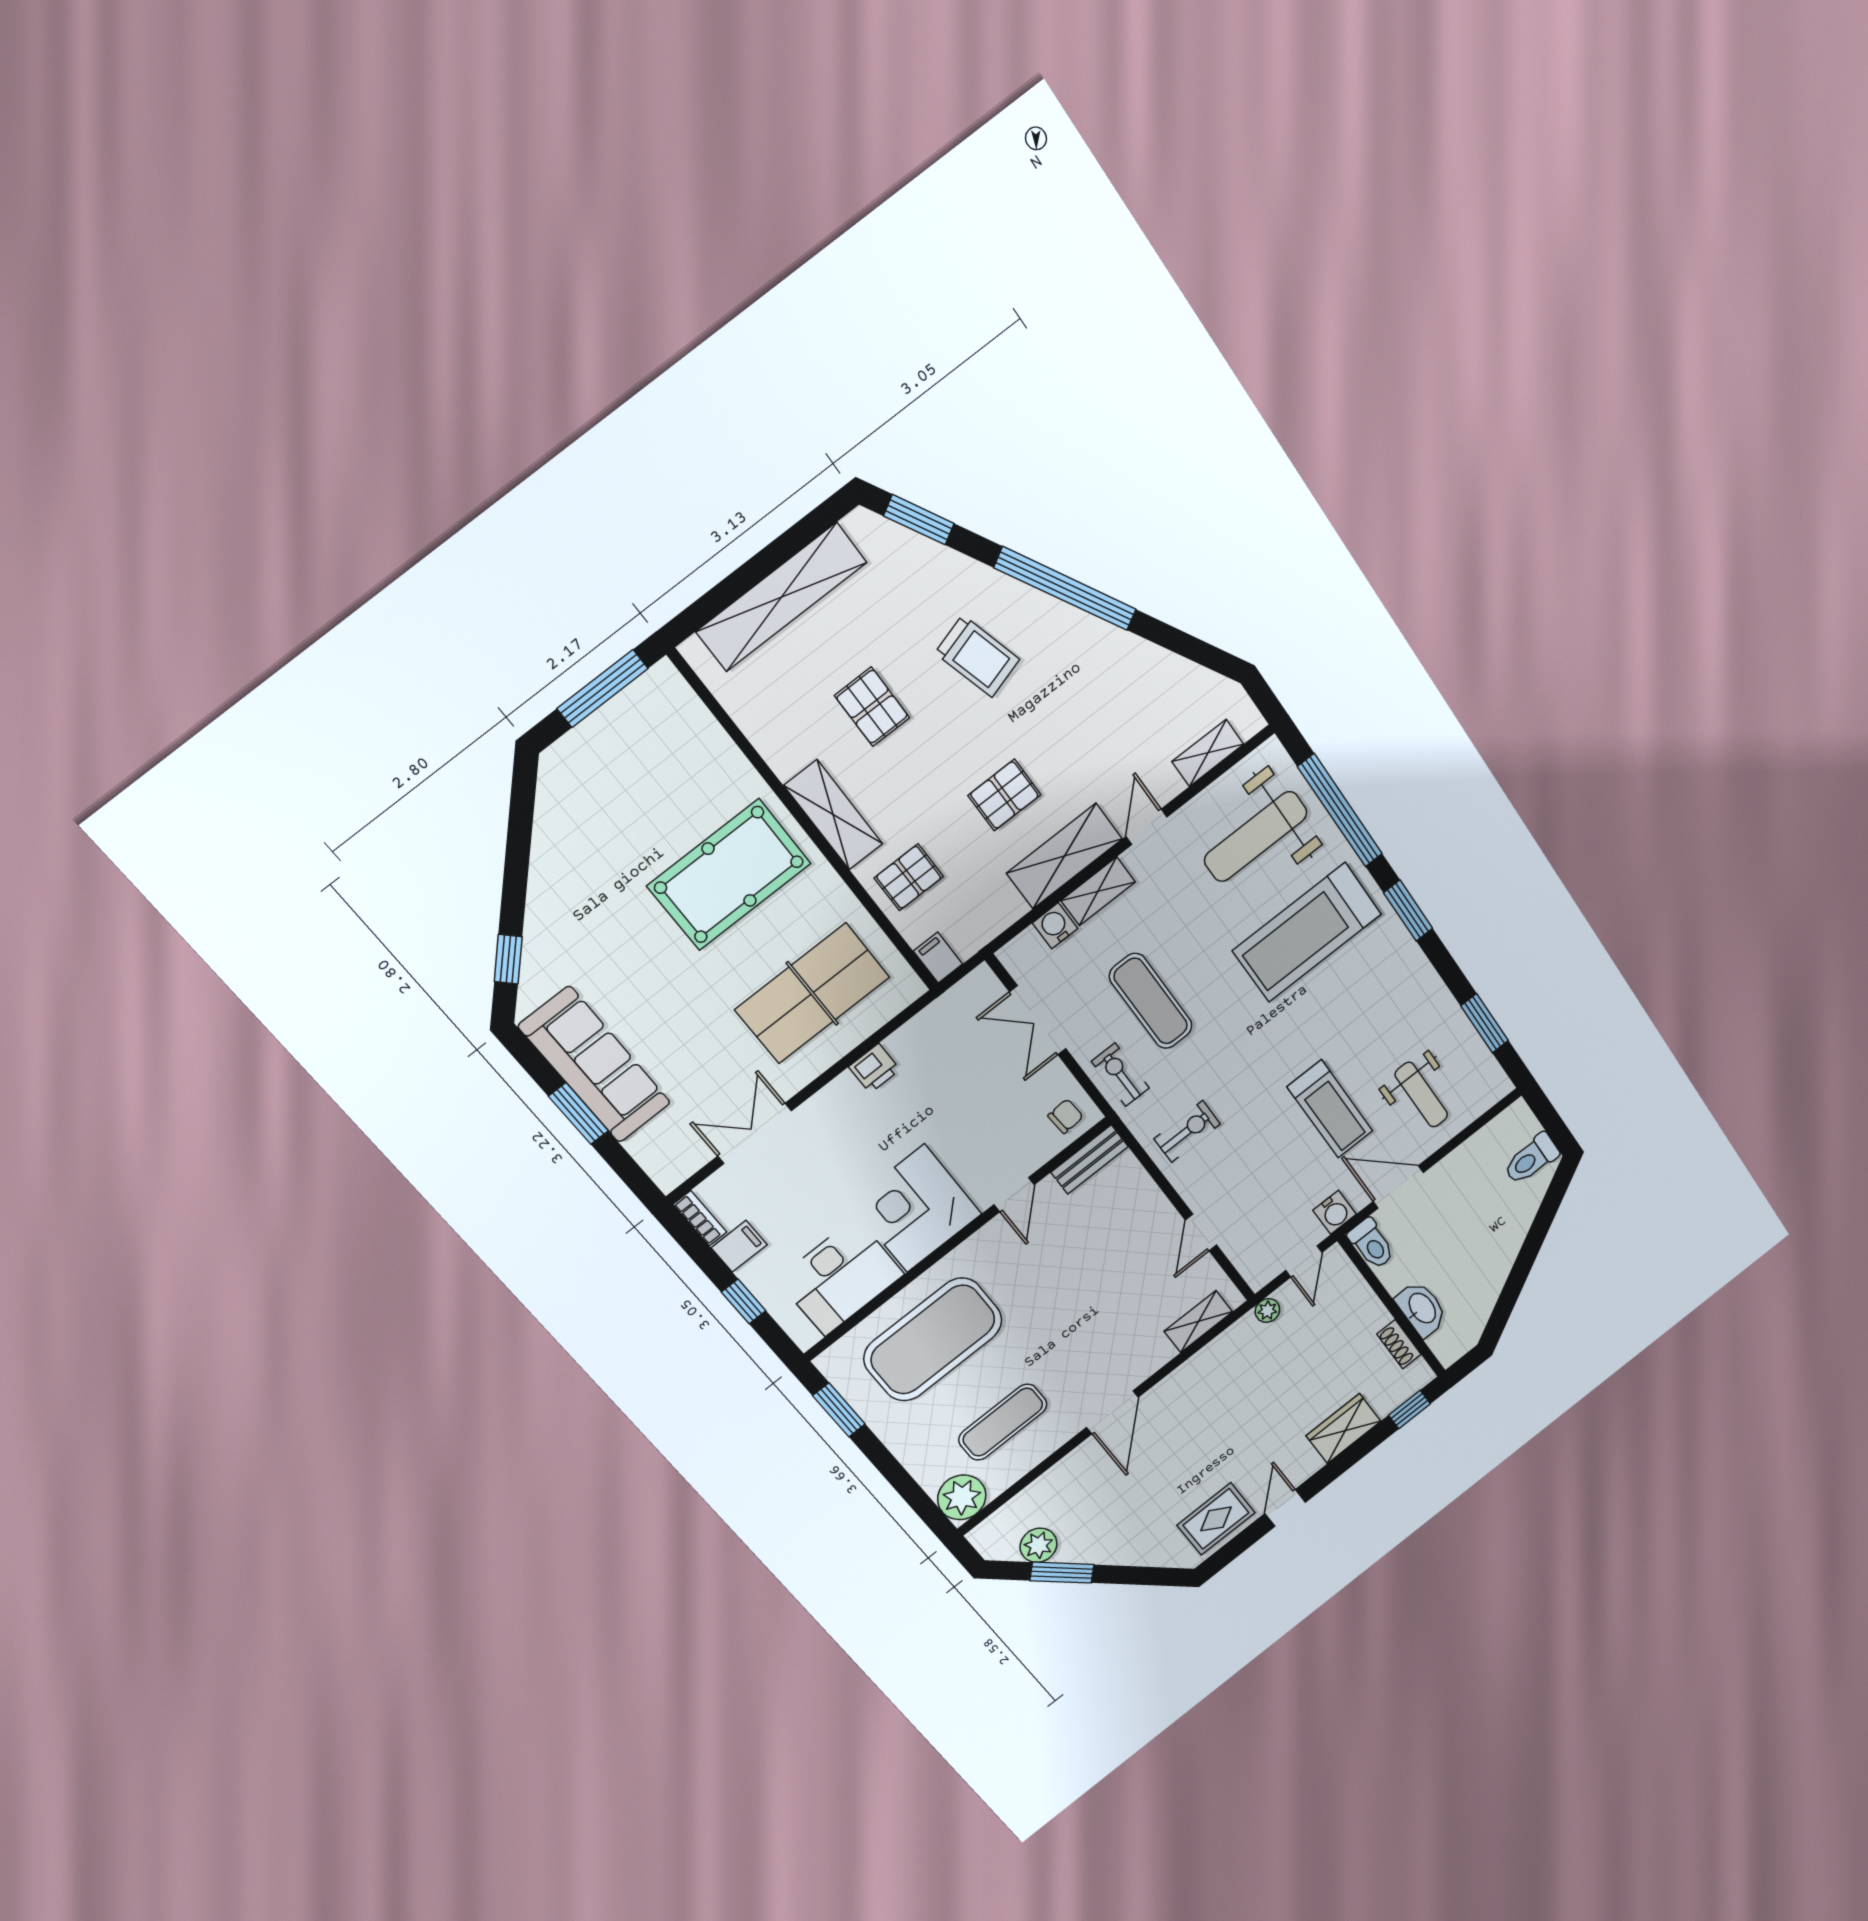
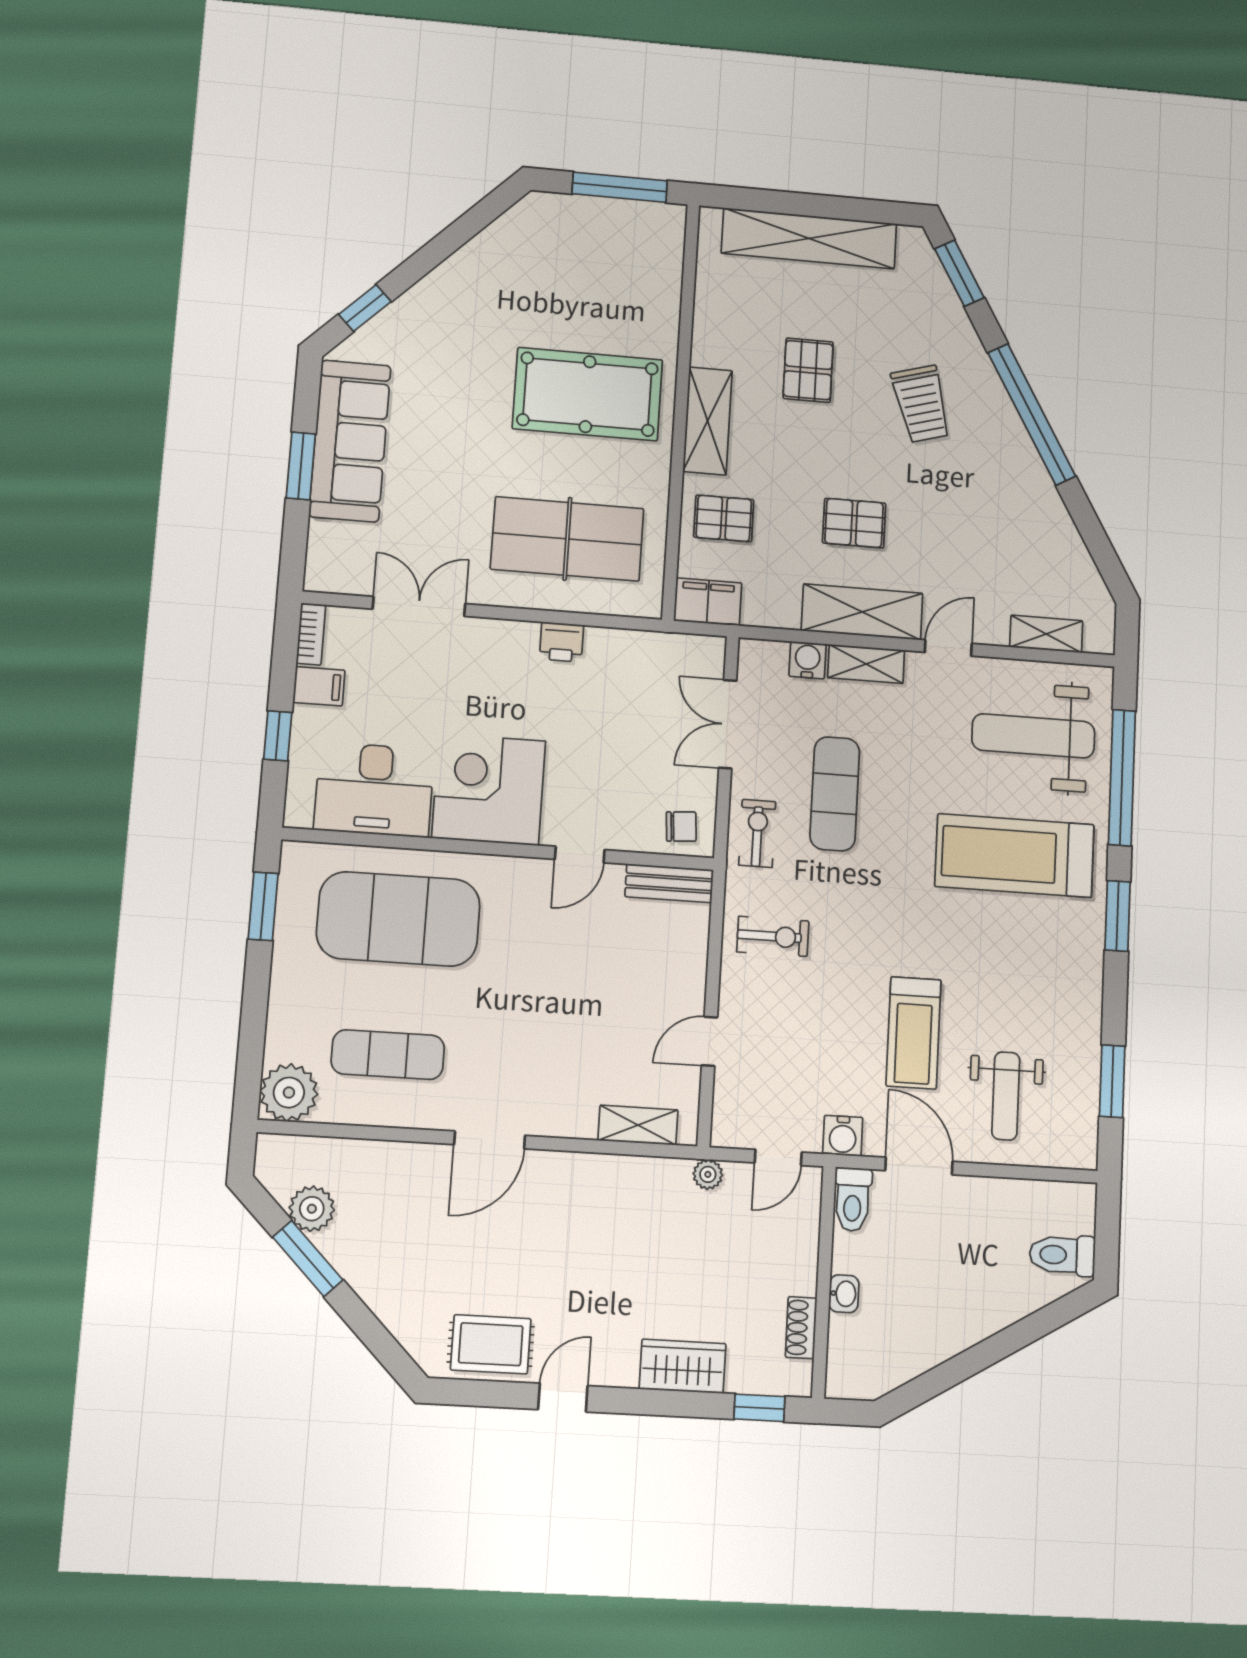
filing cabinet: (938, 958) -> (708, 602), width x2.00
washbasin: (1422, 1309) -> (844, 1294), width x0.52, depth x0.69

